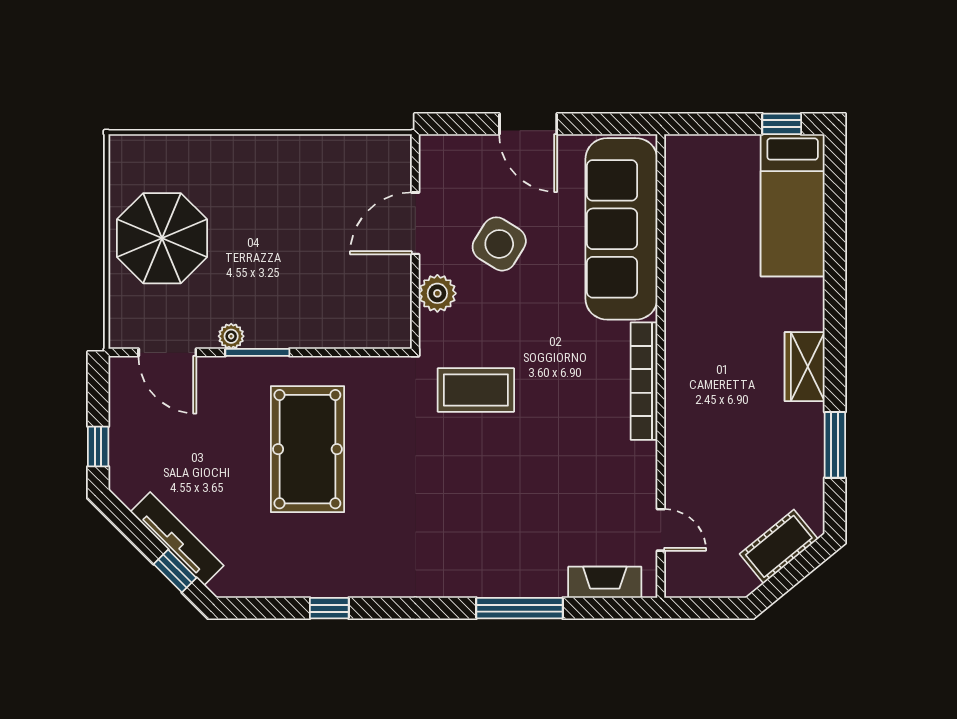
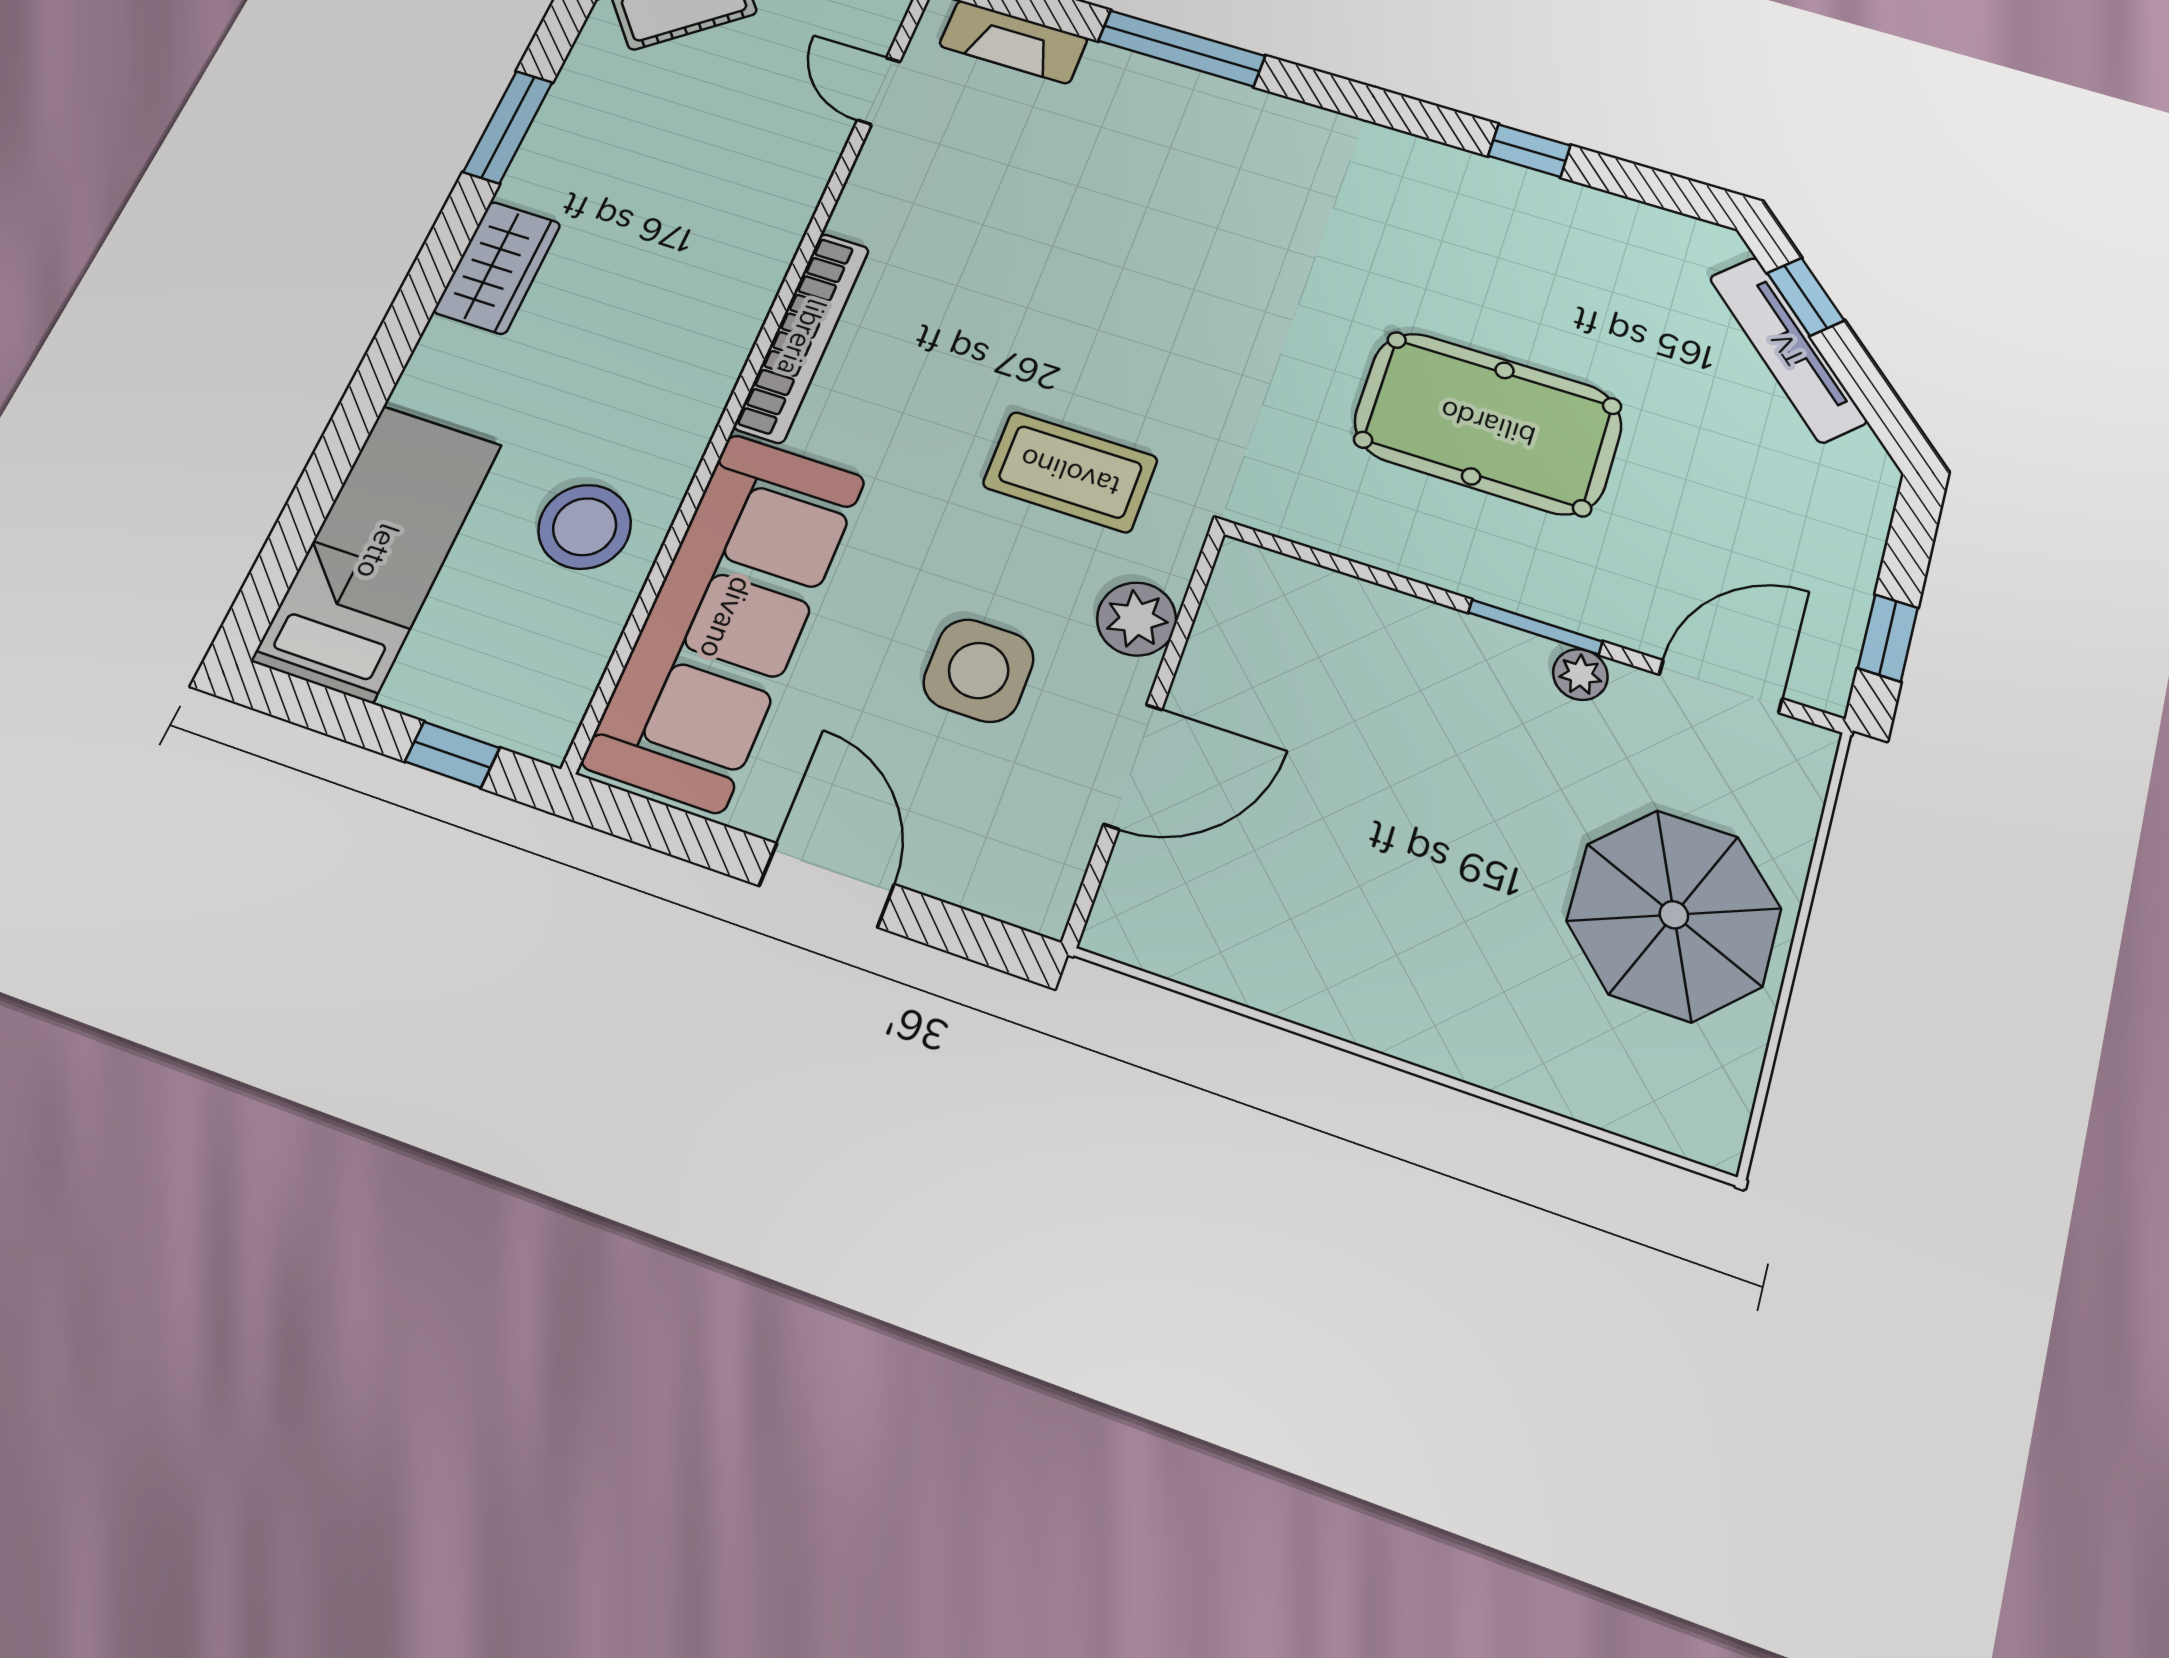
window: (782, 124) -> (452, 755), moved
side table: (499, 244) -> (979, 670), turned -32
stool: (704, 250) -> (585, 527), added
door: (167, 352) -> (1721, 686), hinge flipped
coffee table: (476, 390) -> (1070, 472), moved
window: (98, 447) -> (1888, 638), moved
pool table: (307, 449) -> (1488, 423), turned 90

